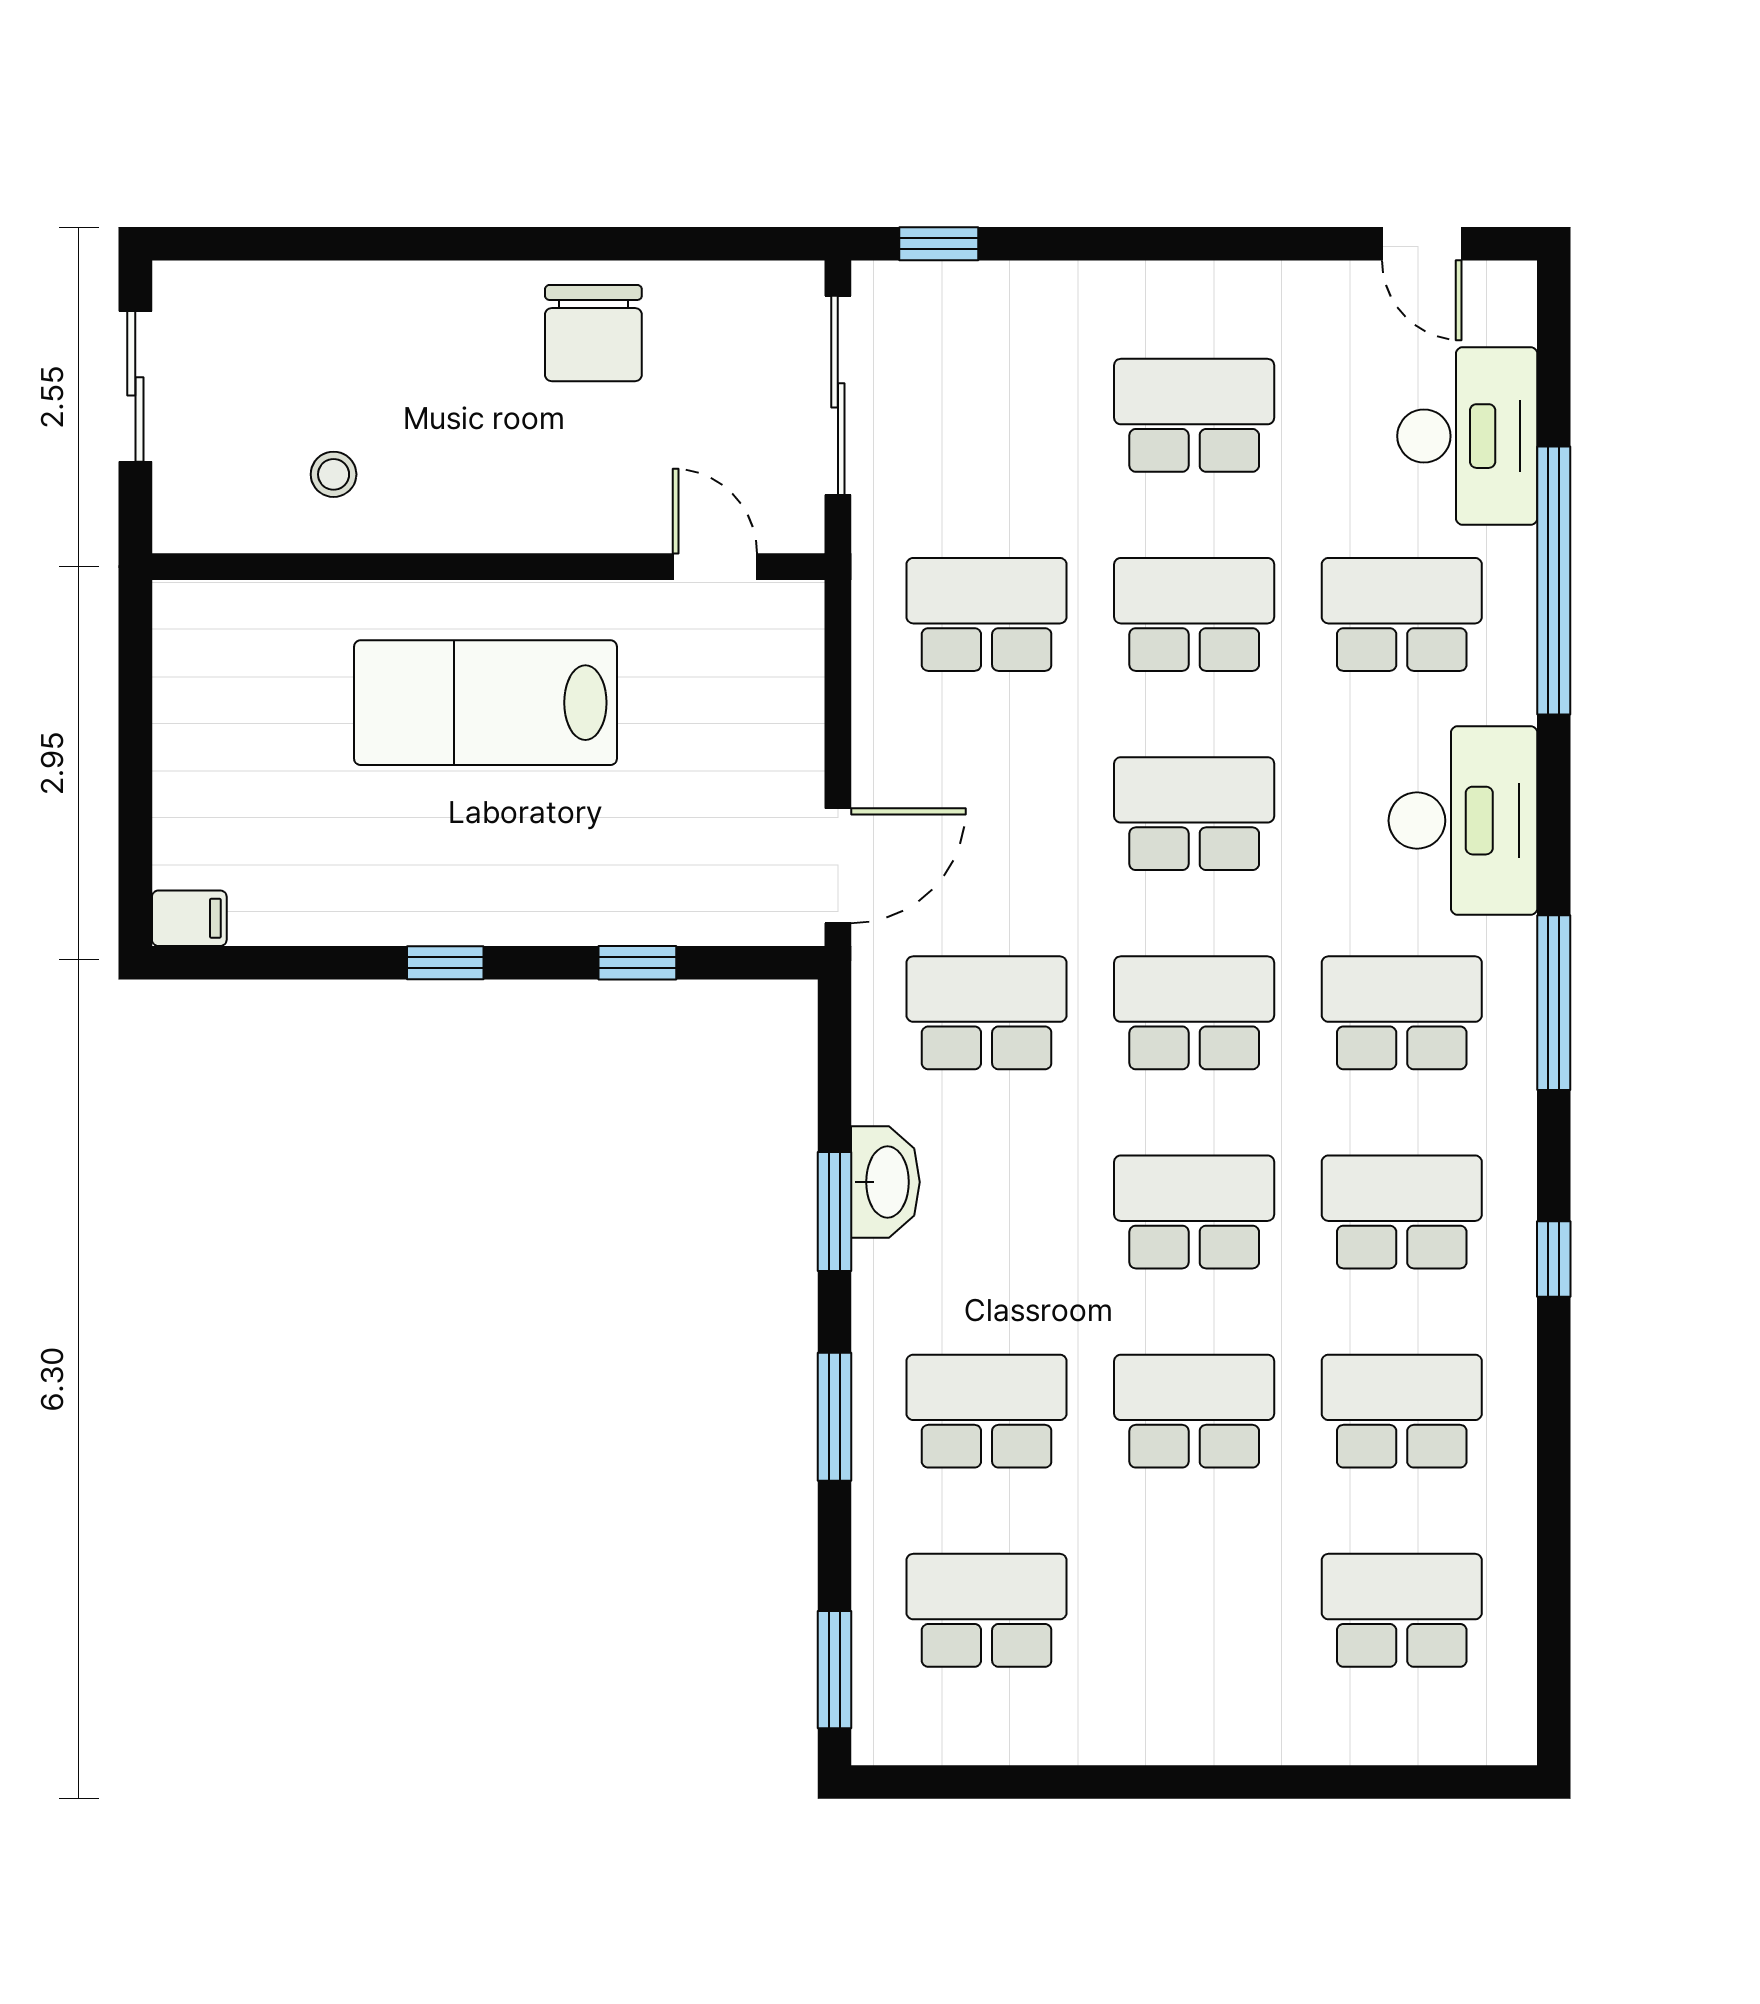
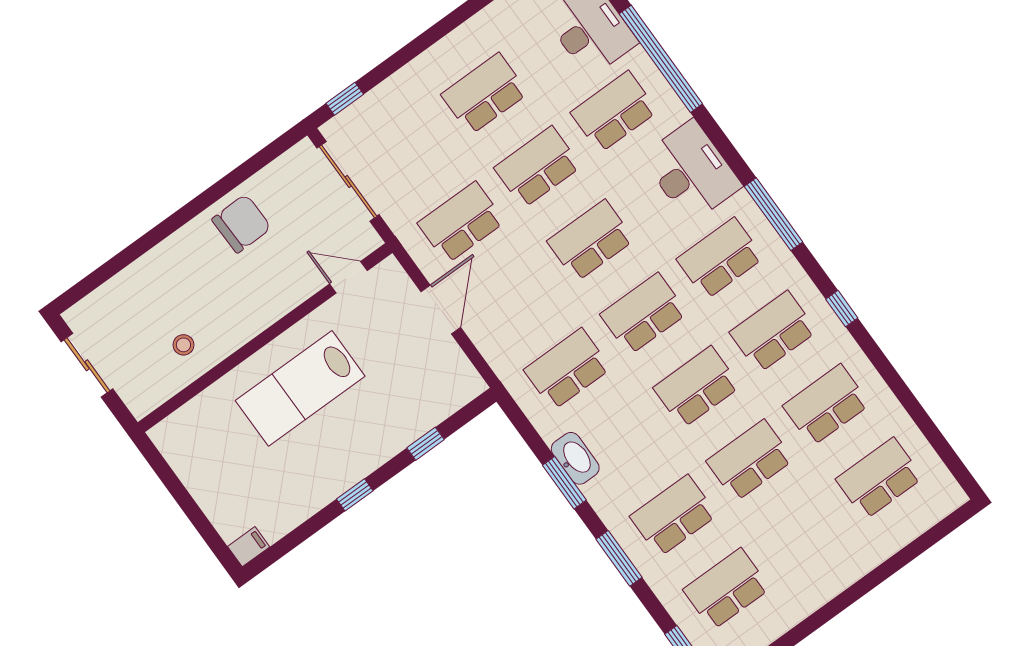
chair: (593, 333) -> (241, 224), turned -91
door: (838, 866) -> (441, 309), moved

